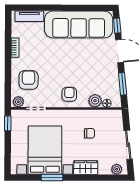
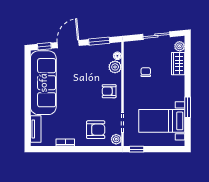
armchair: (29, 80) -> (96, 130), turned 180
bed with nightstands: (45, 150) -> (162, 121), width x0.73
wardrobe: (86, 168) -> (178, 64), moved

